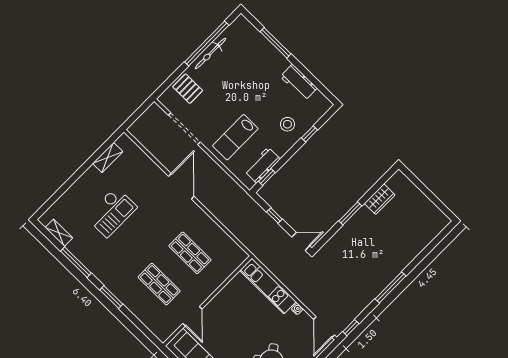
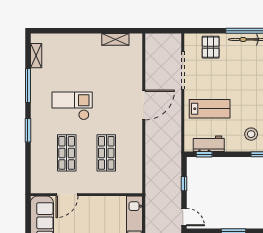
lab bench: (235, 137) -> (210, 109), turned 180
checkout: (111, 212) -> (72, 106), moved, turned 180

